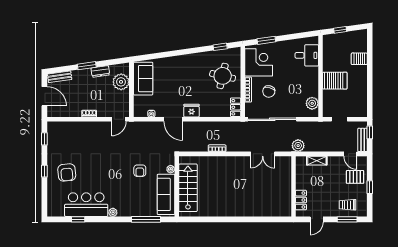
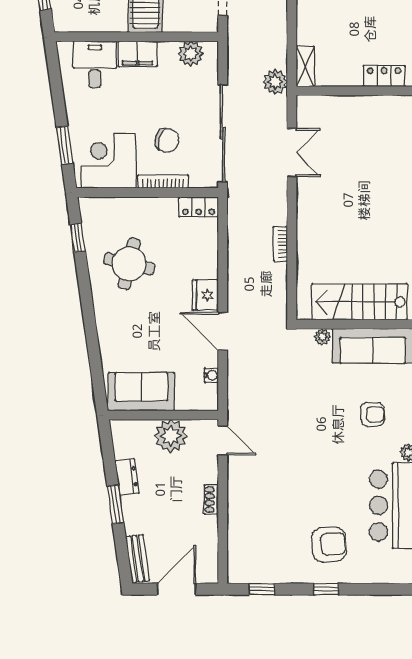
round table: (223, 76) -> (129, 264), moved
filing cabinet: (312, 77) -> (137, 54), added
plant: (121, 82) -> (171, 436), moved
door: (173, 119) -> (223, 331), swing flipped
shelving: (317, 161) -> (305, 66), moved
armchair: (140, 171) -> (372, 414), moved

